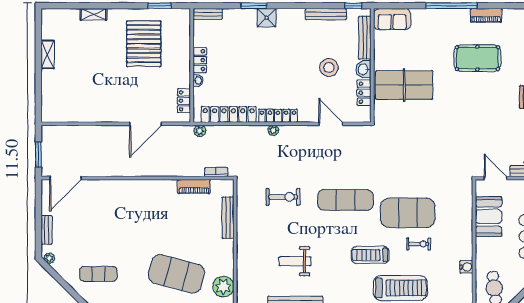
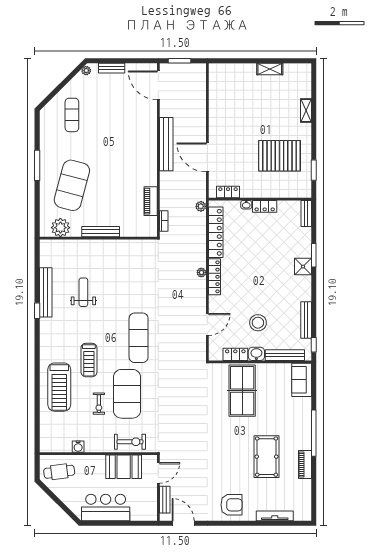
bench: (131, 169) -> (166, 144), added
exercise bike: (283, 197) -> (130, 442), moved, turned -90
bench: (228, 218) -> (101, 232), moved
treadmill: (370, 255) -> (89, 360), turned 180

